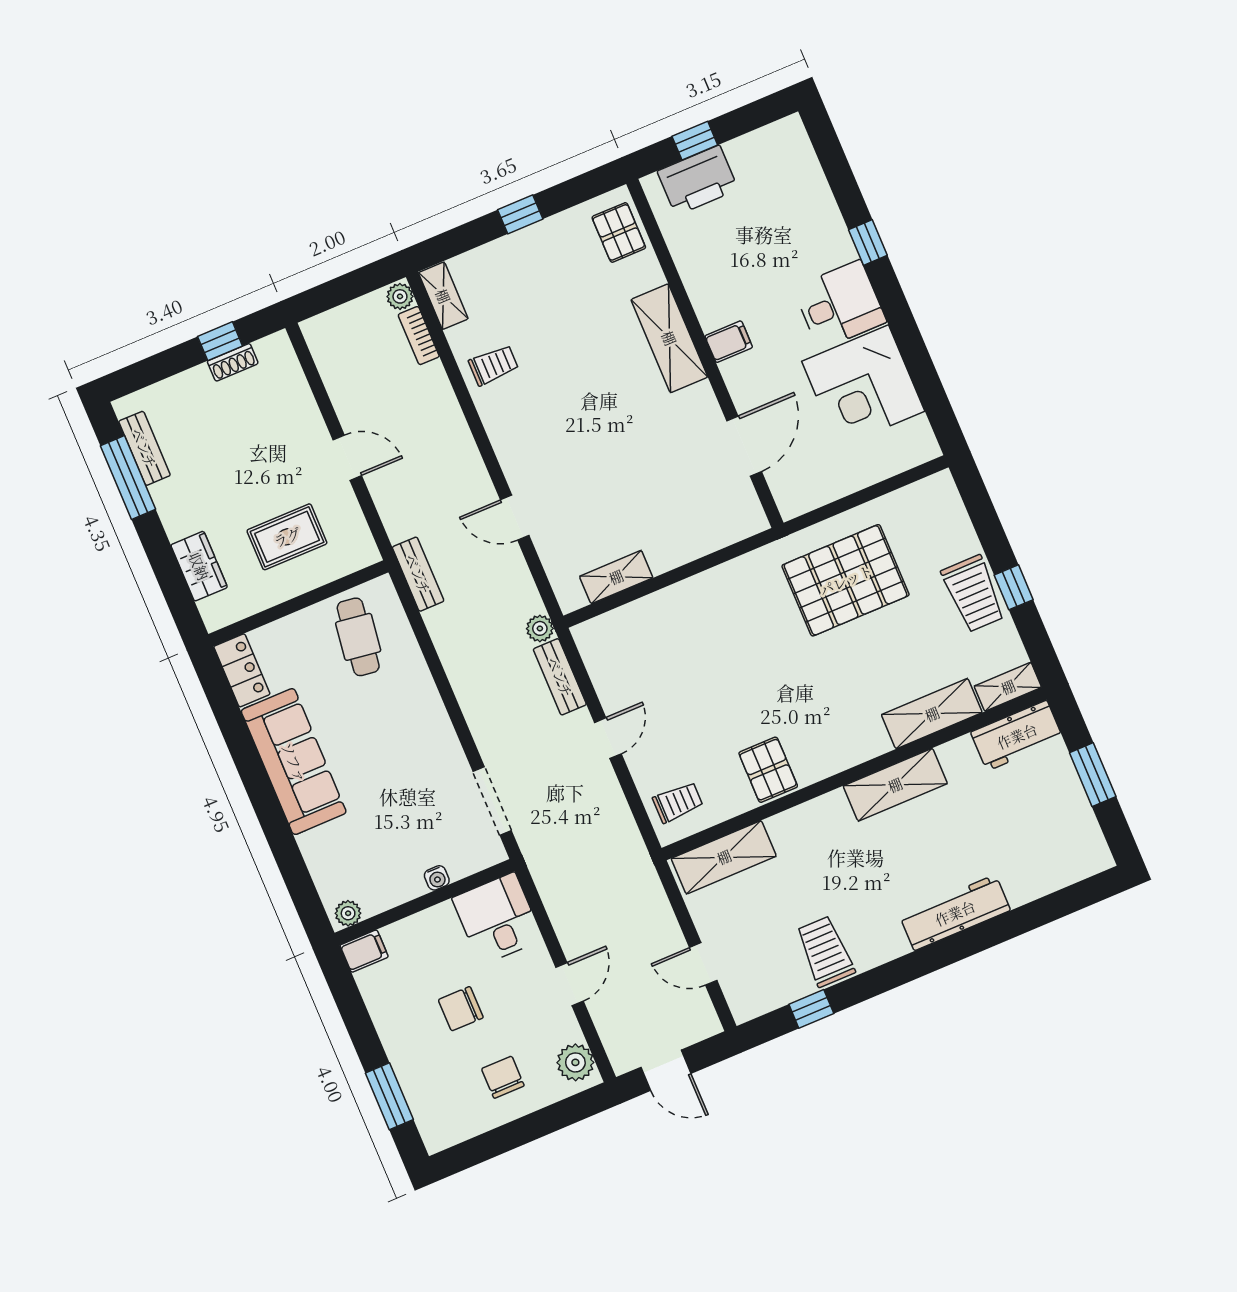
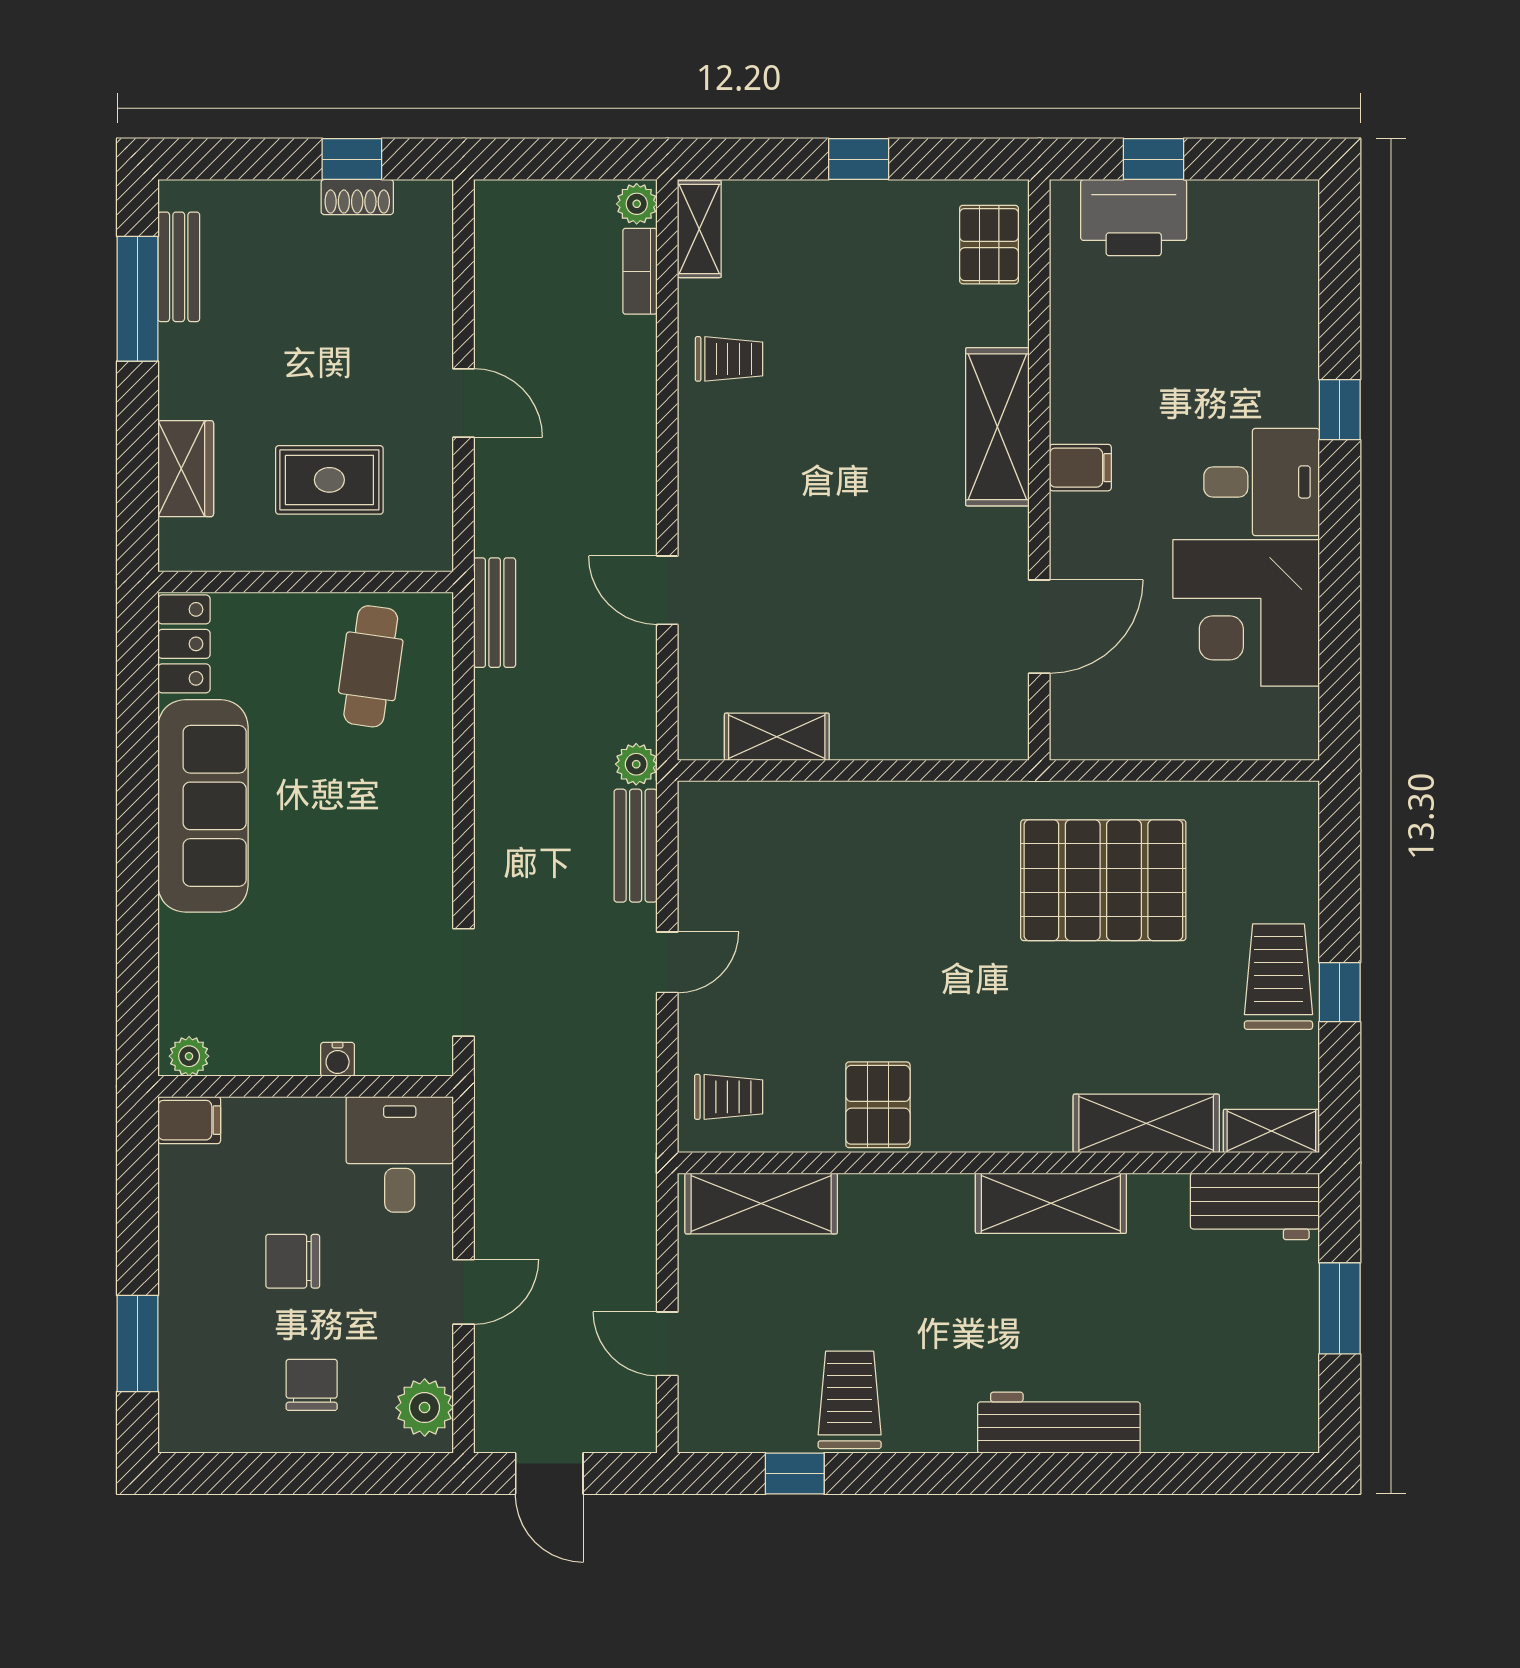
trolley: (973, 594) -> (1278, 977), turned 180

